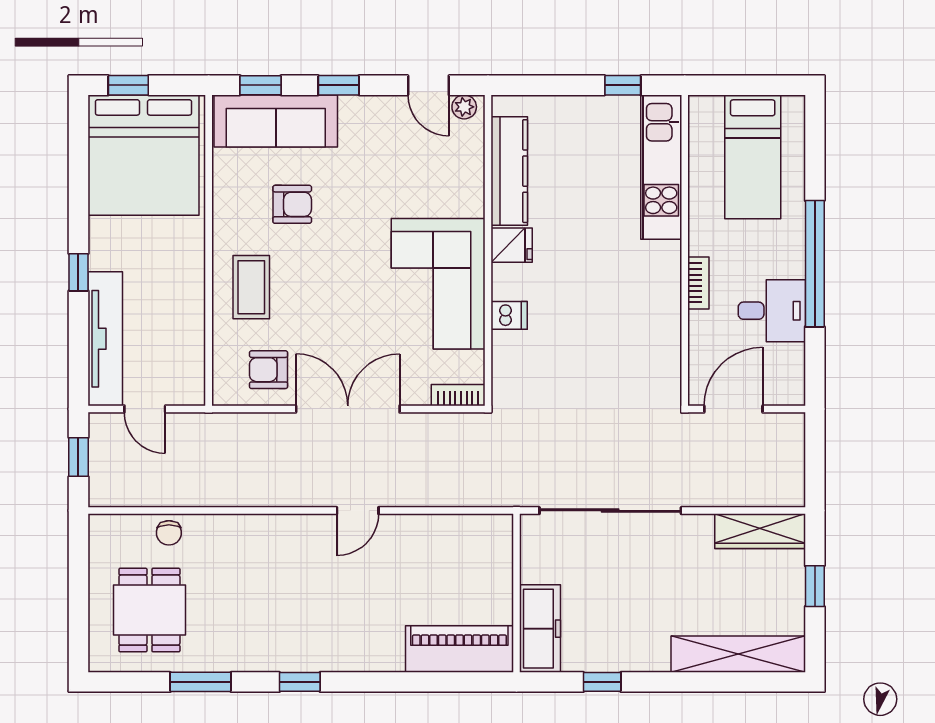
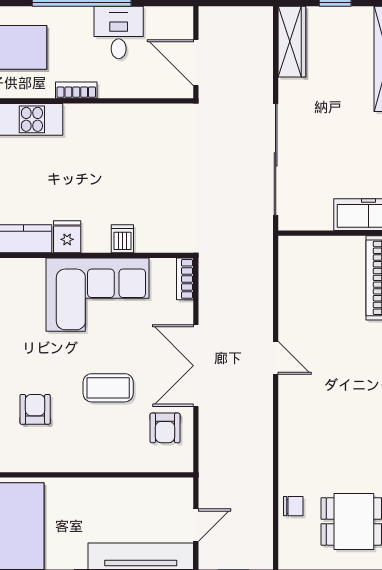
bookcase: (698, 283) -> (76, 90), moved
coffee table: (251, 287) -> (108, 388), moved

